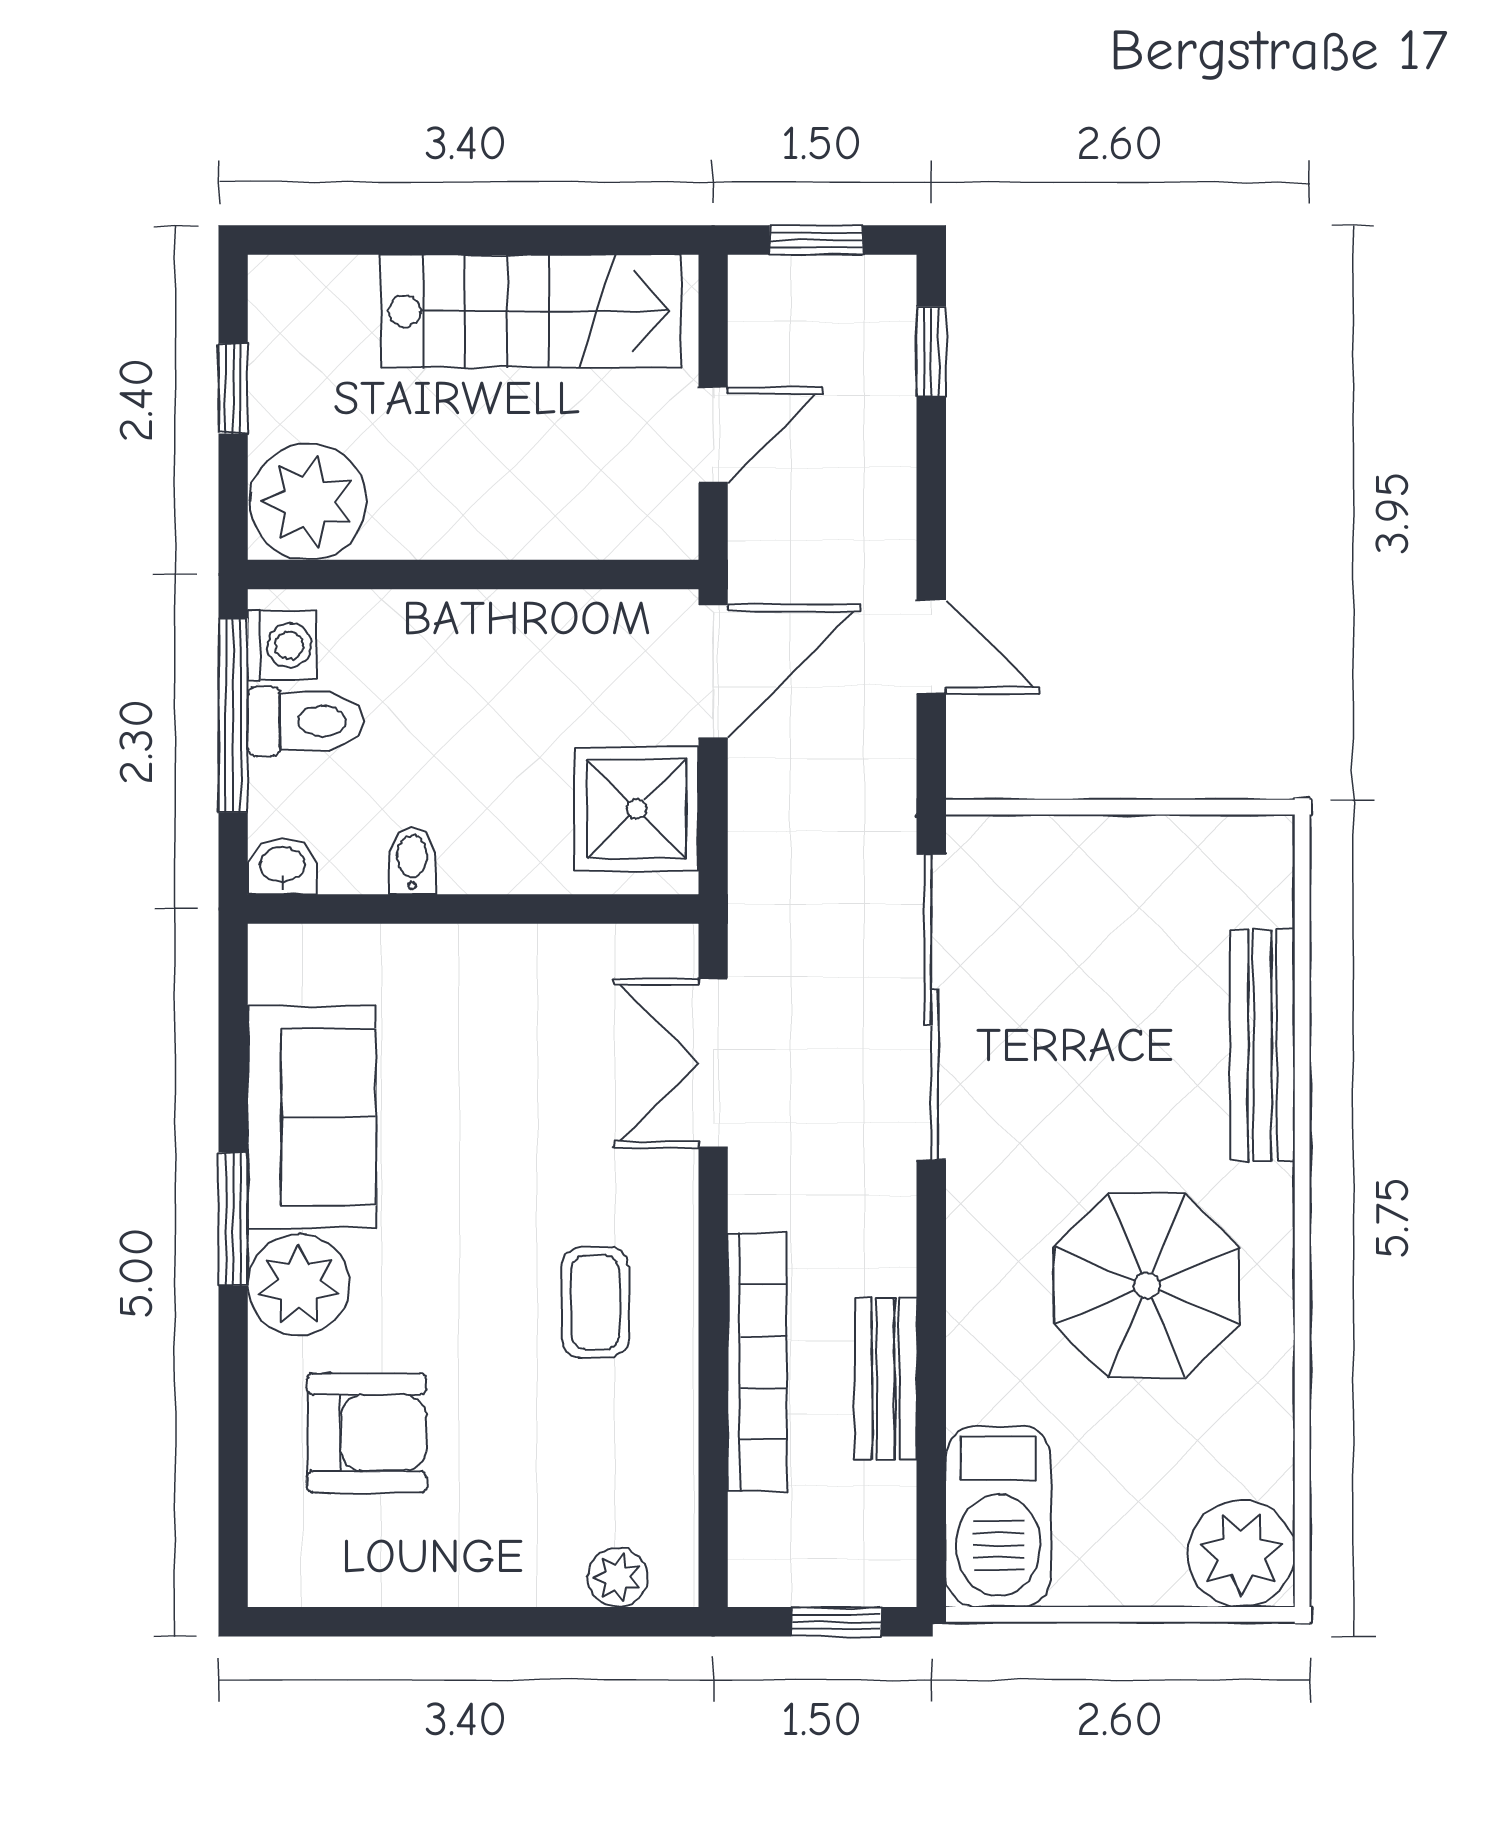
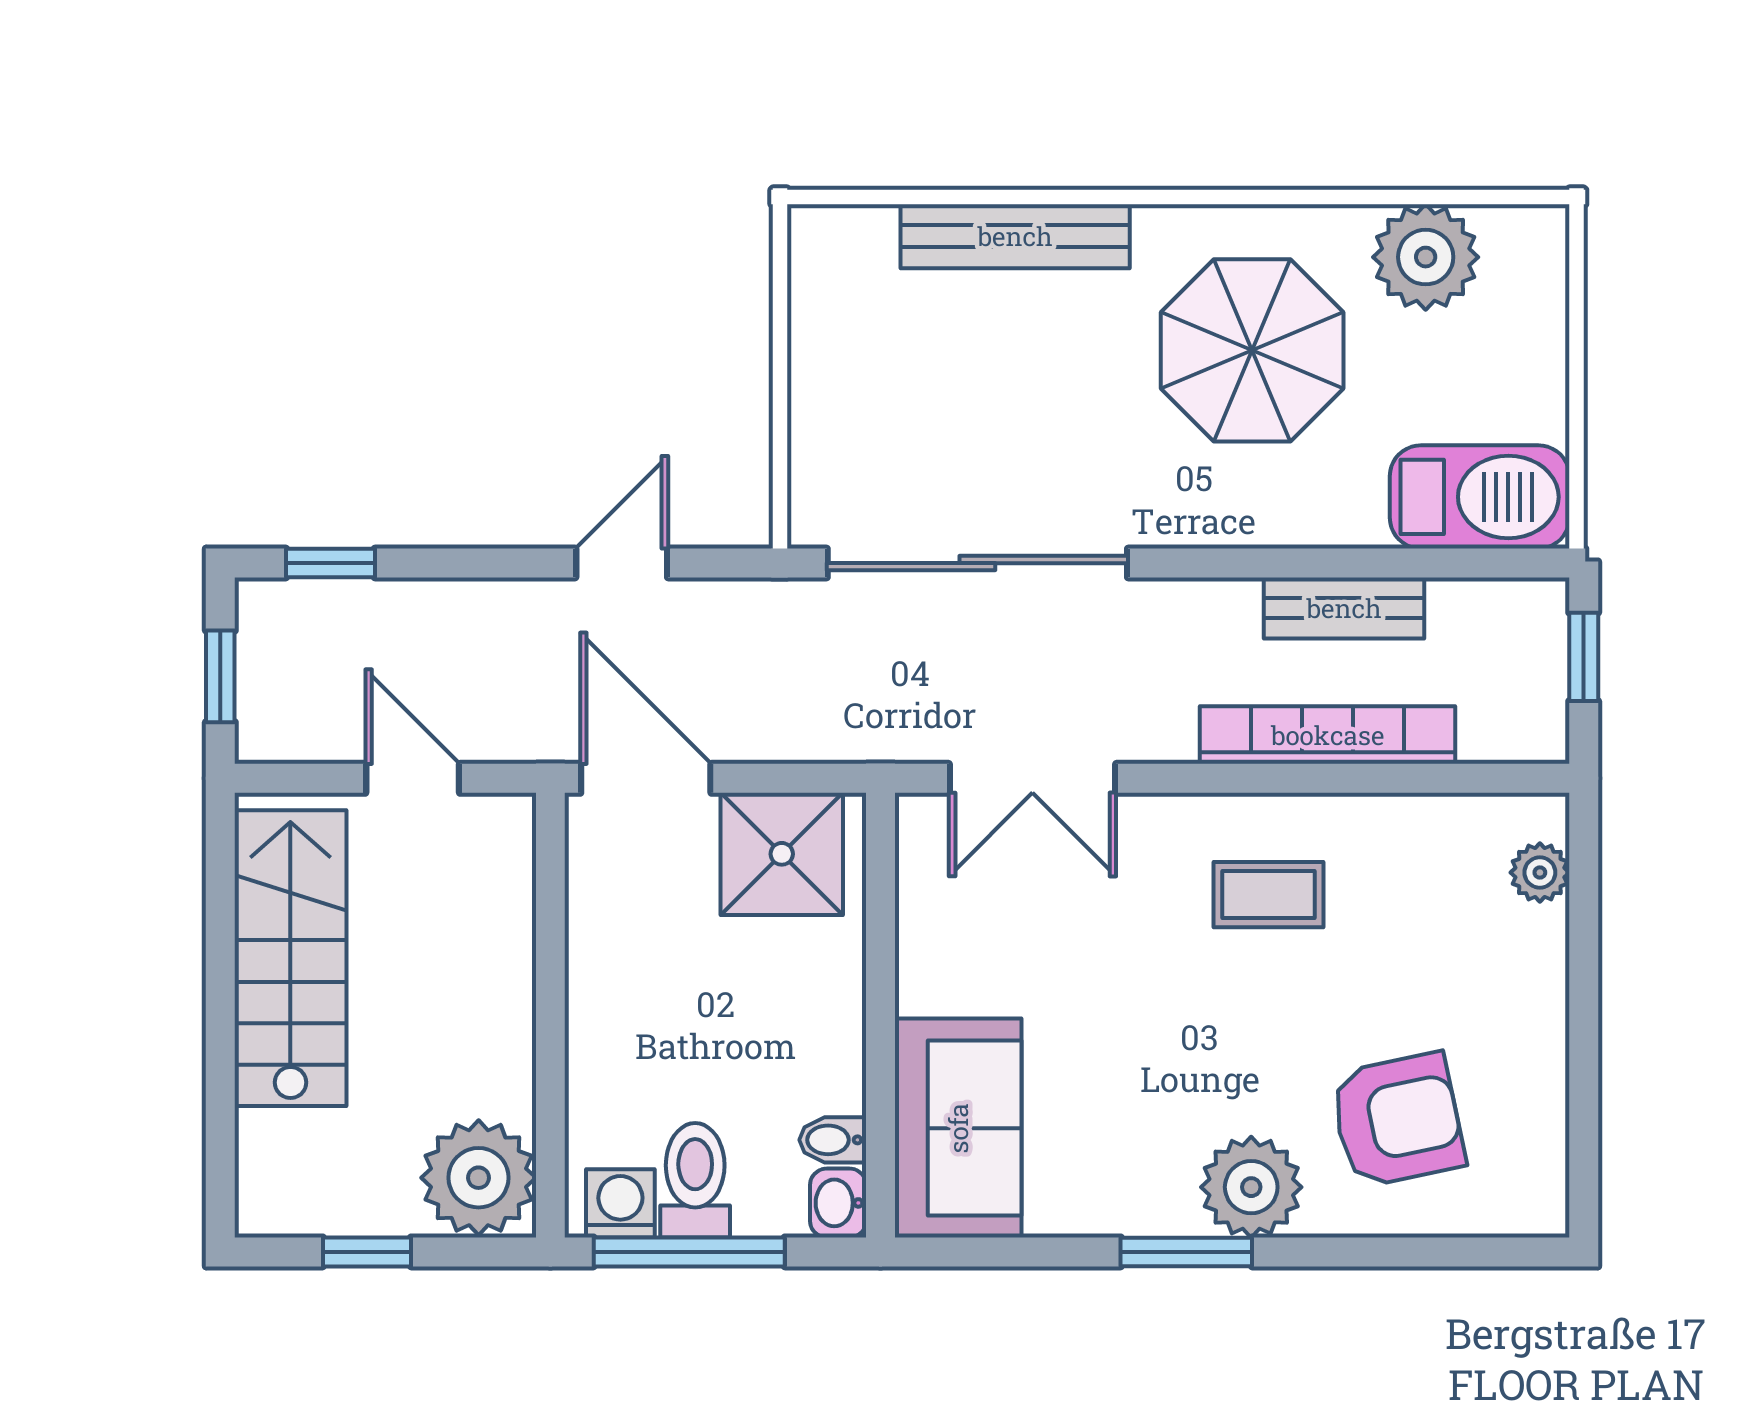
bidet: (412, 861) -> (833, 1140), moved
sofa: (312, 1117) -> (958, 1128), moved, turned 90
armchair: (367, 1433) -> (1397, 1120), turned 78
plant: (1241, 1554) -> (1426, 257), moved

